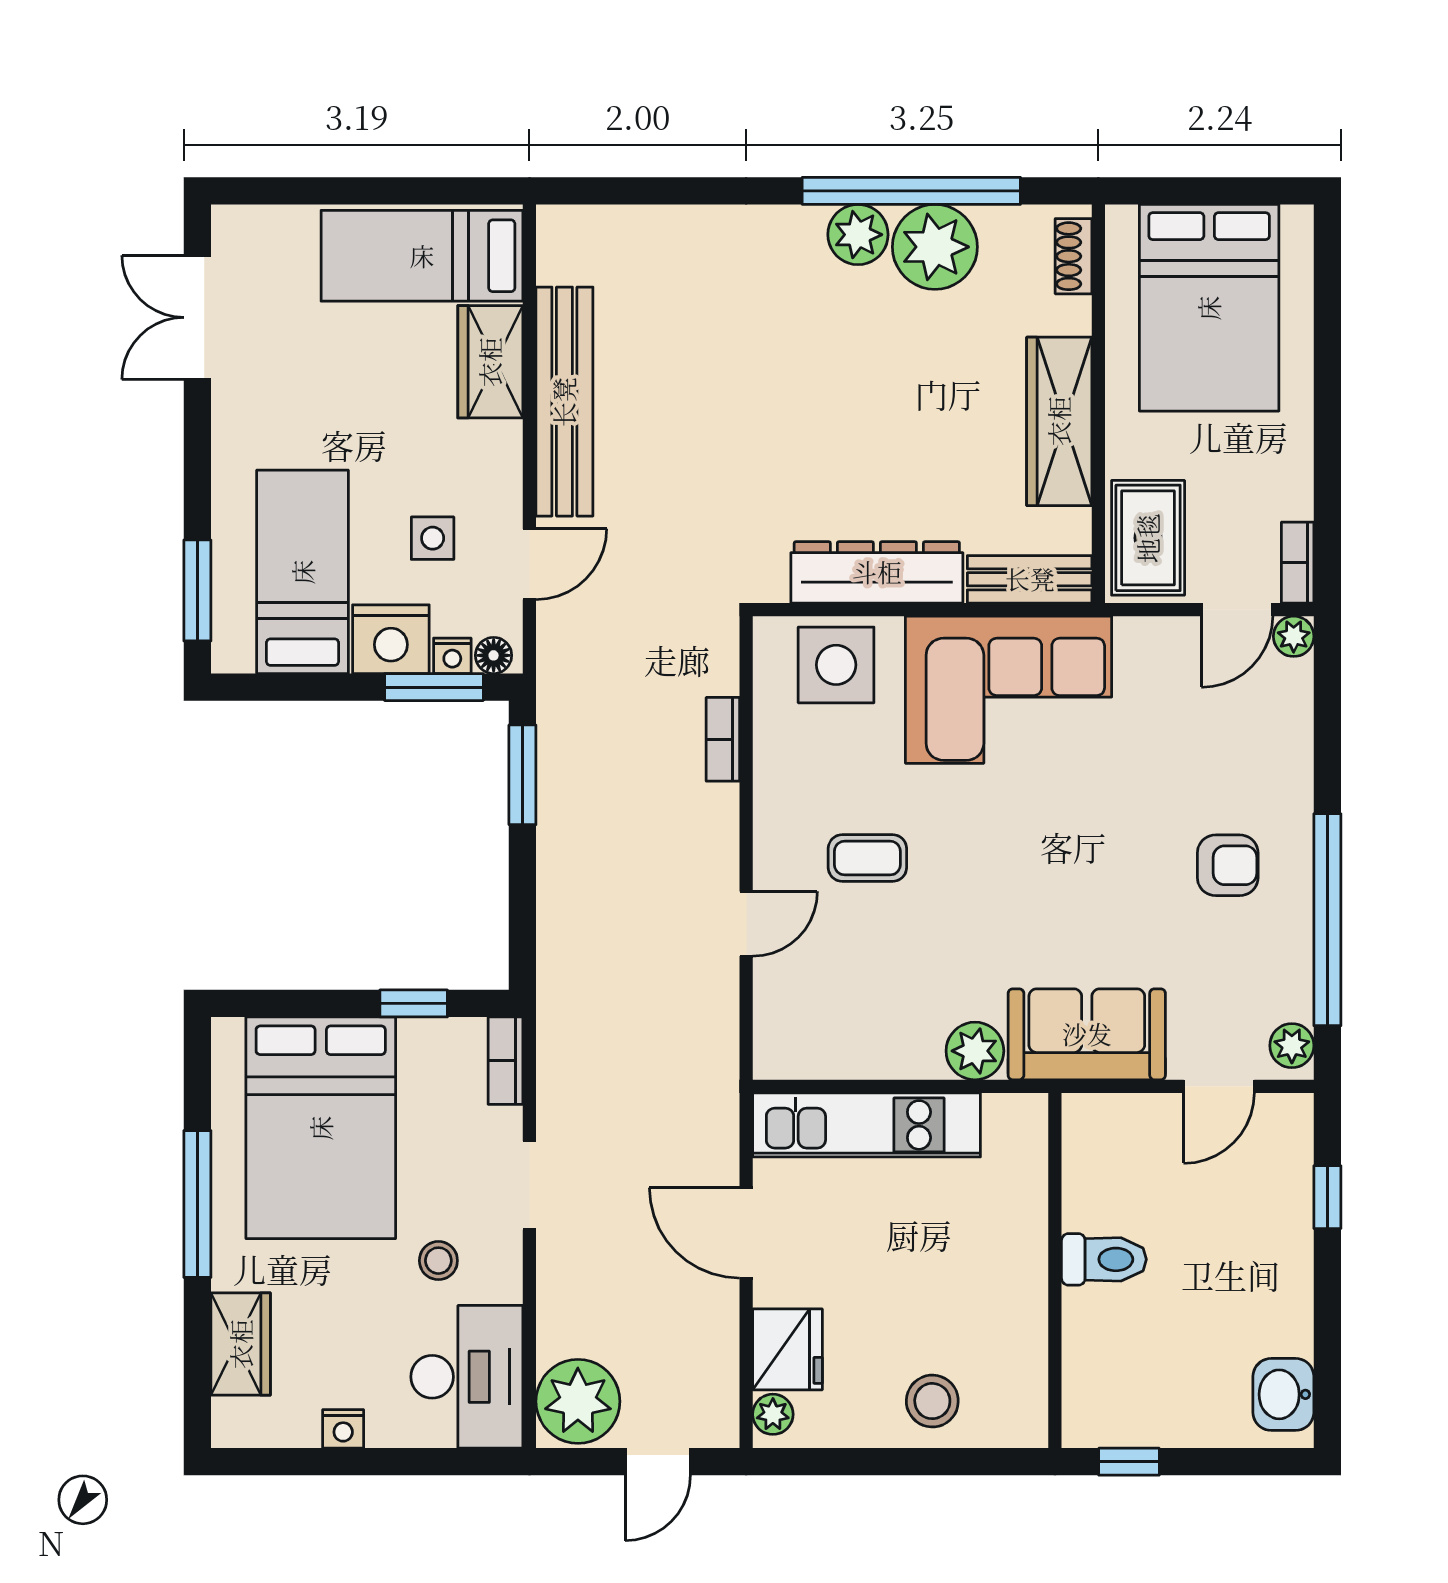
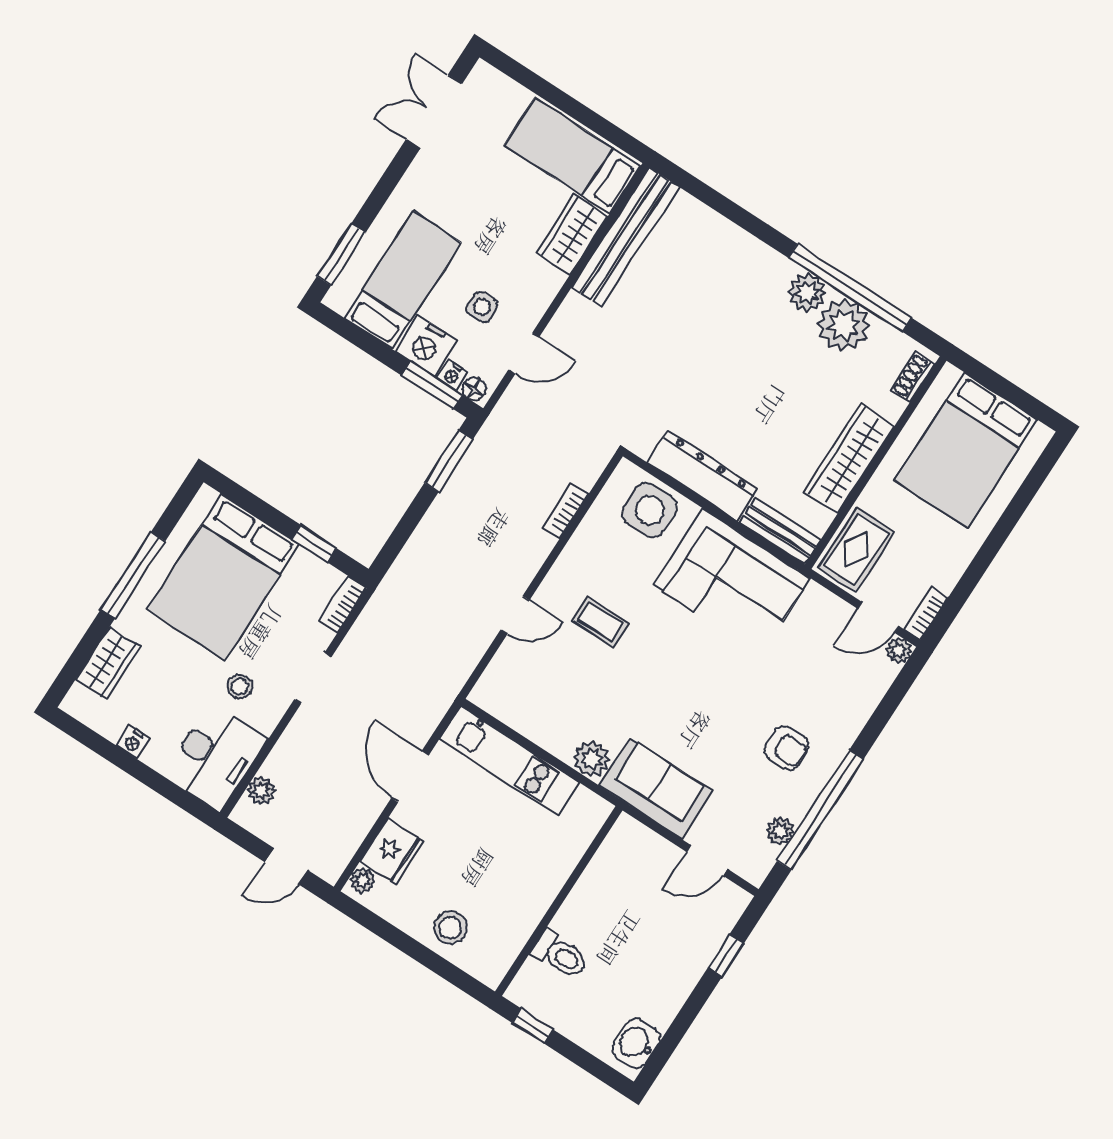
bench: (564, 402) -> (625, 237), moved
plant: (1292, 1046) -> (780, 831), moved
toilet: (1104, 1259) -> (560, 955), moved
plant: (578, 1401) -> (261, 791), width x0.53, depth x0.53

